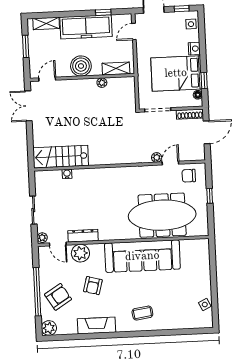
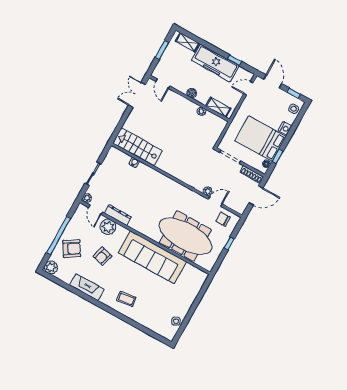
boiler: (81, 66) -> (192, 93), width x0.54, depth x0.54
door: (47, 79) -> (163, 84), swing flipped

